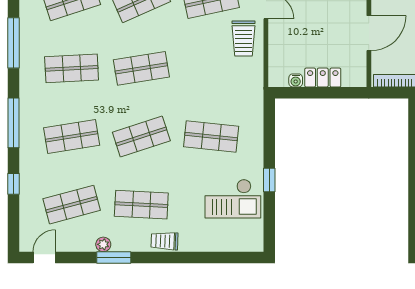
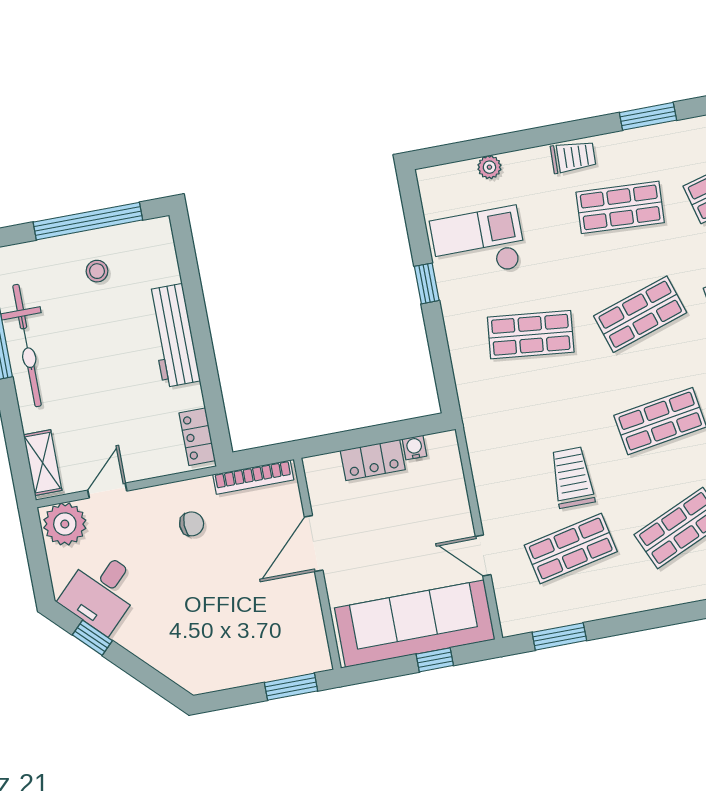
trolley: (244, 38) -> (572, 478), moved
plant: (103, 244) -> (489, 167), moved

